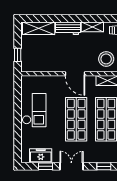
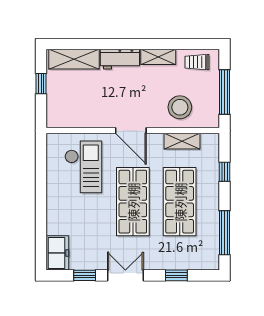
window: (18, 55) -> (41, 84), moved
checkout: (34, 110) -> (83, 167), moved
freezer: (41, 156) -> (57, 253), moved, turned 90

